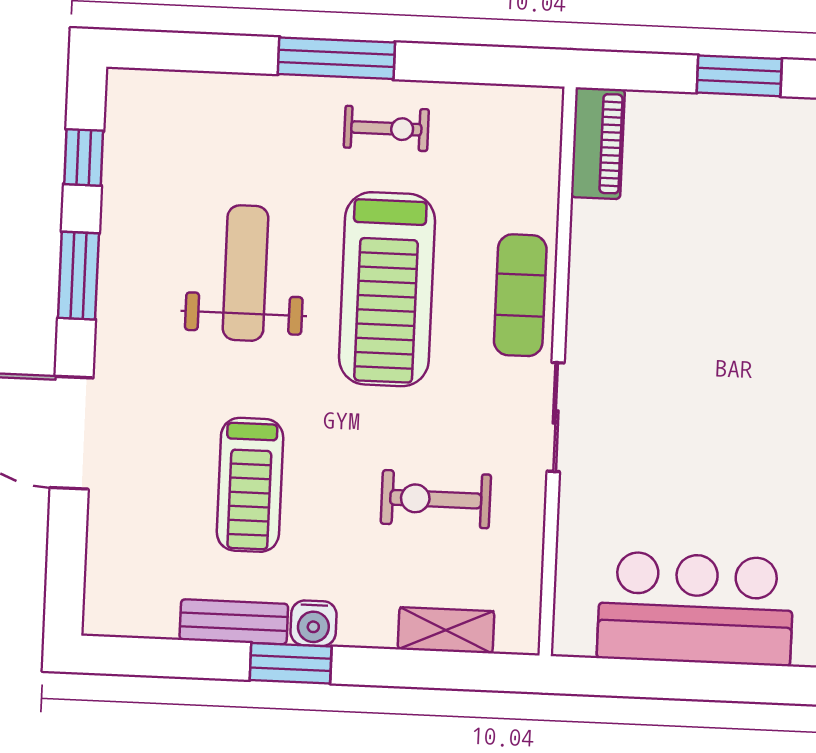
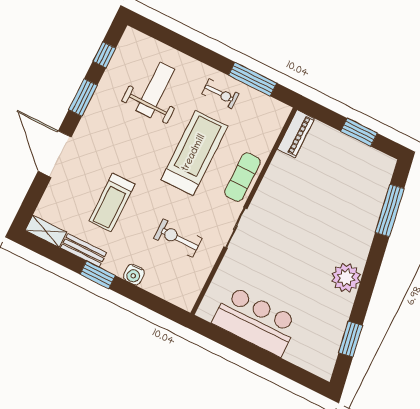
window: (336, 58) -> (253, 79), moved
weight bench: (245, 273) -> (155, 90), moved
treadmill: (387, 289) -> (194, 153), turned 180
water cooler: (313, 623) -> (134, 275), moved
shelving: (446, 630) -> (46, 231), moved

